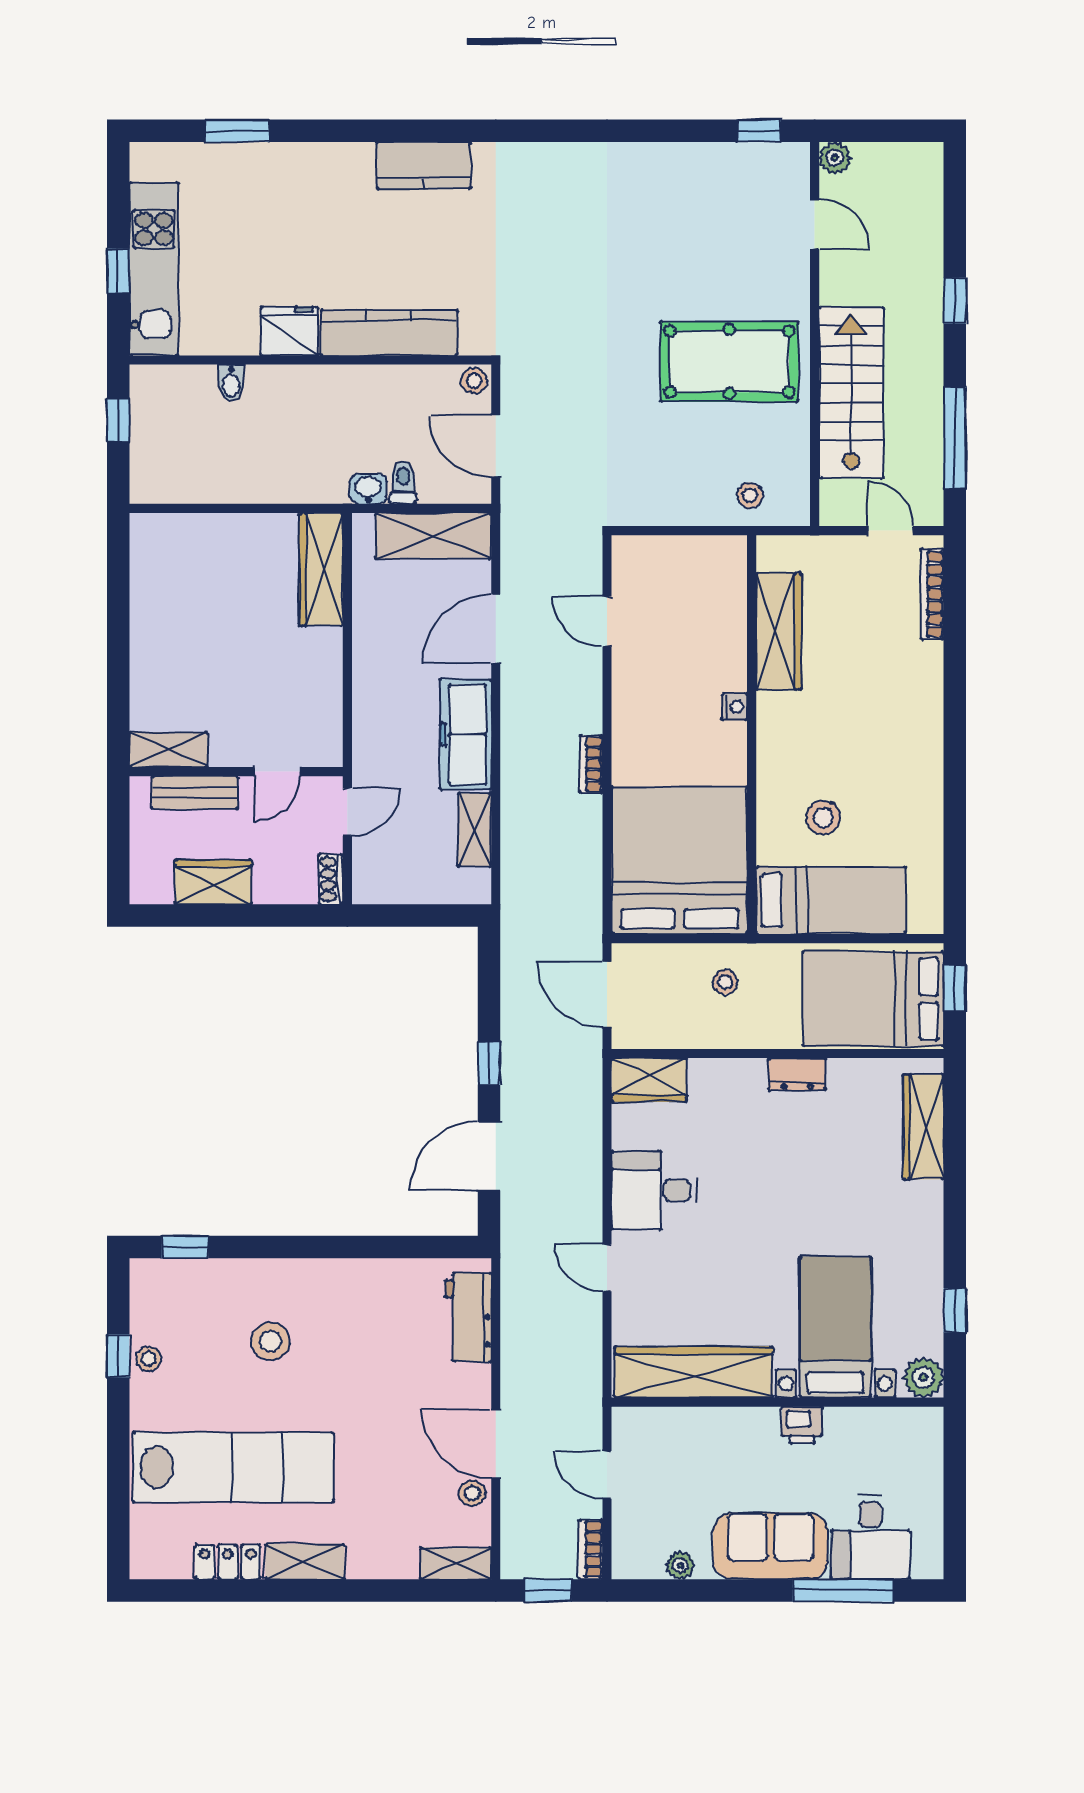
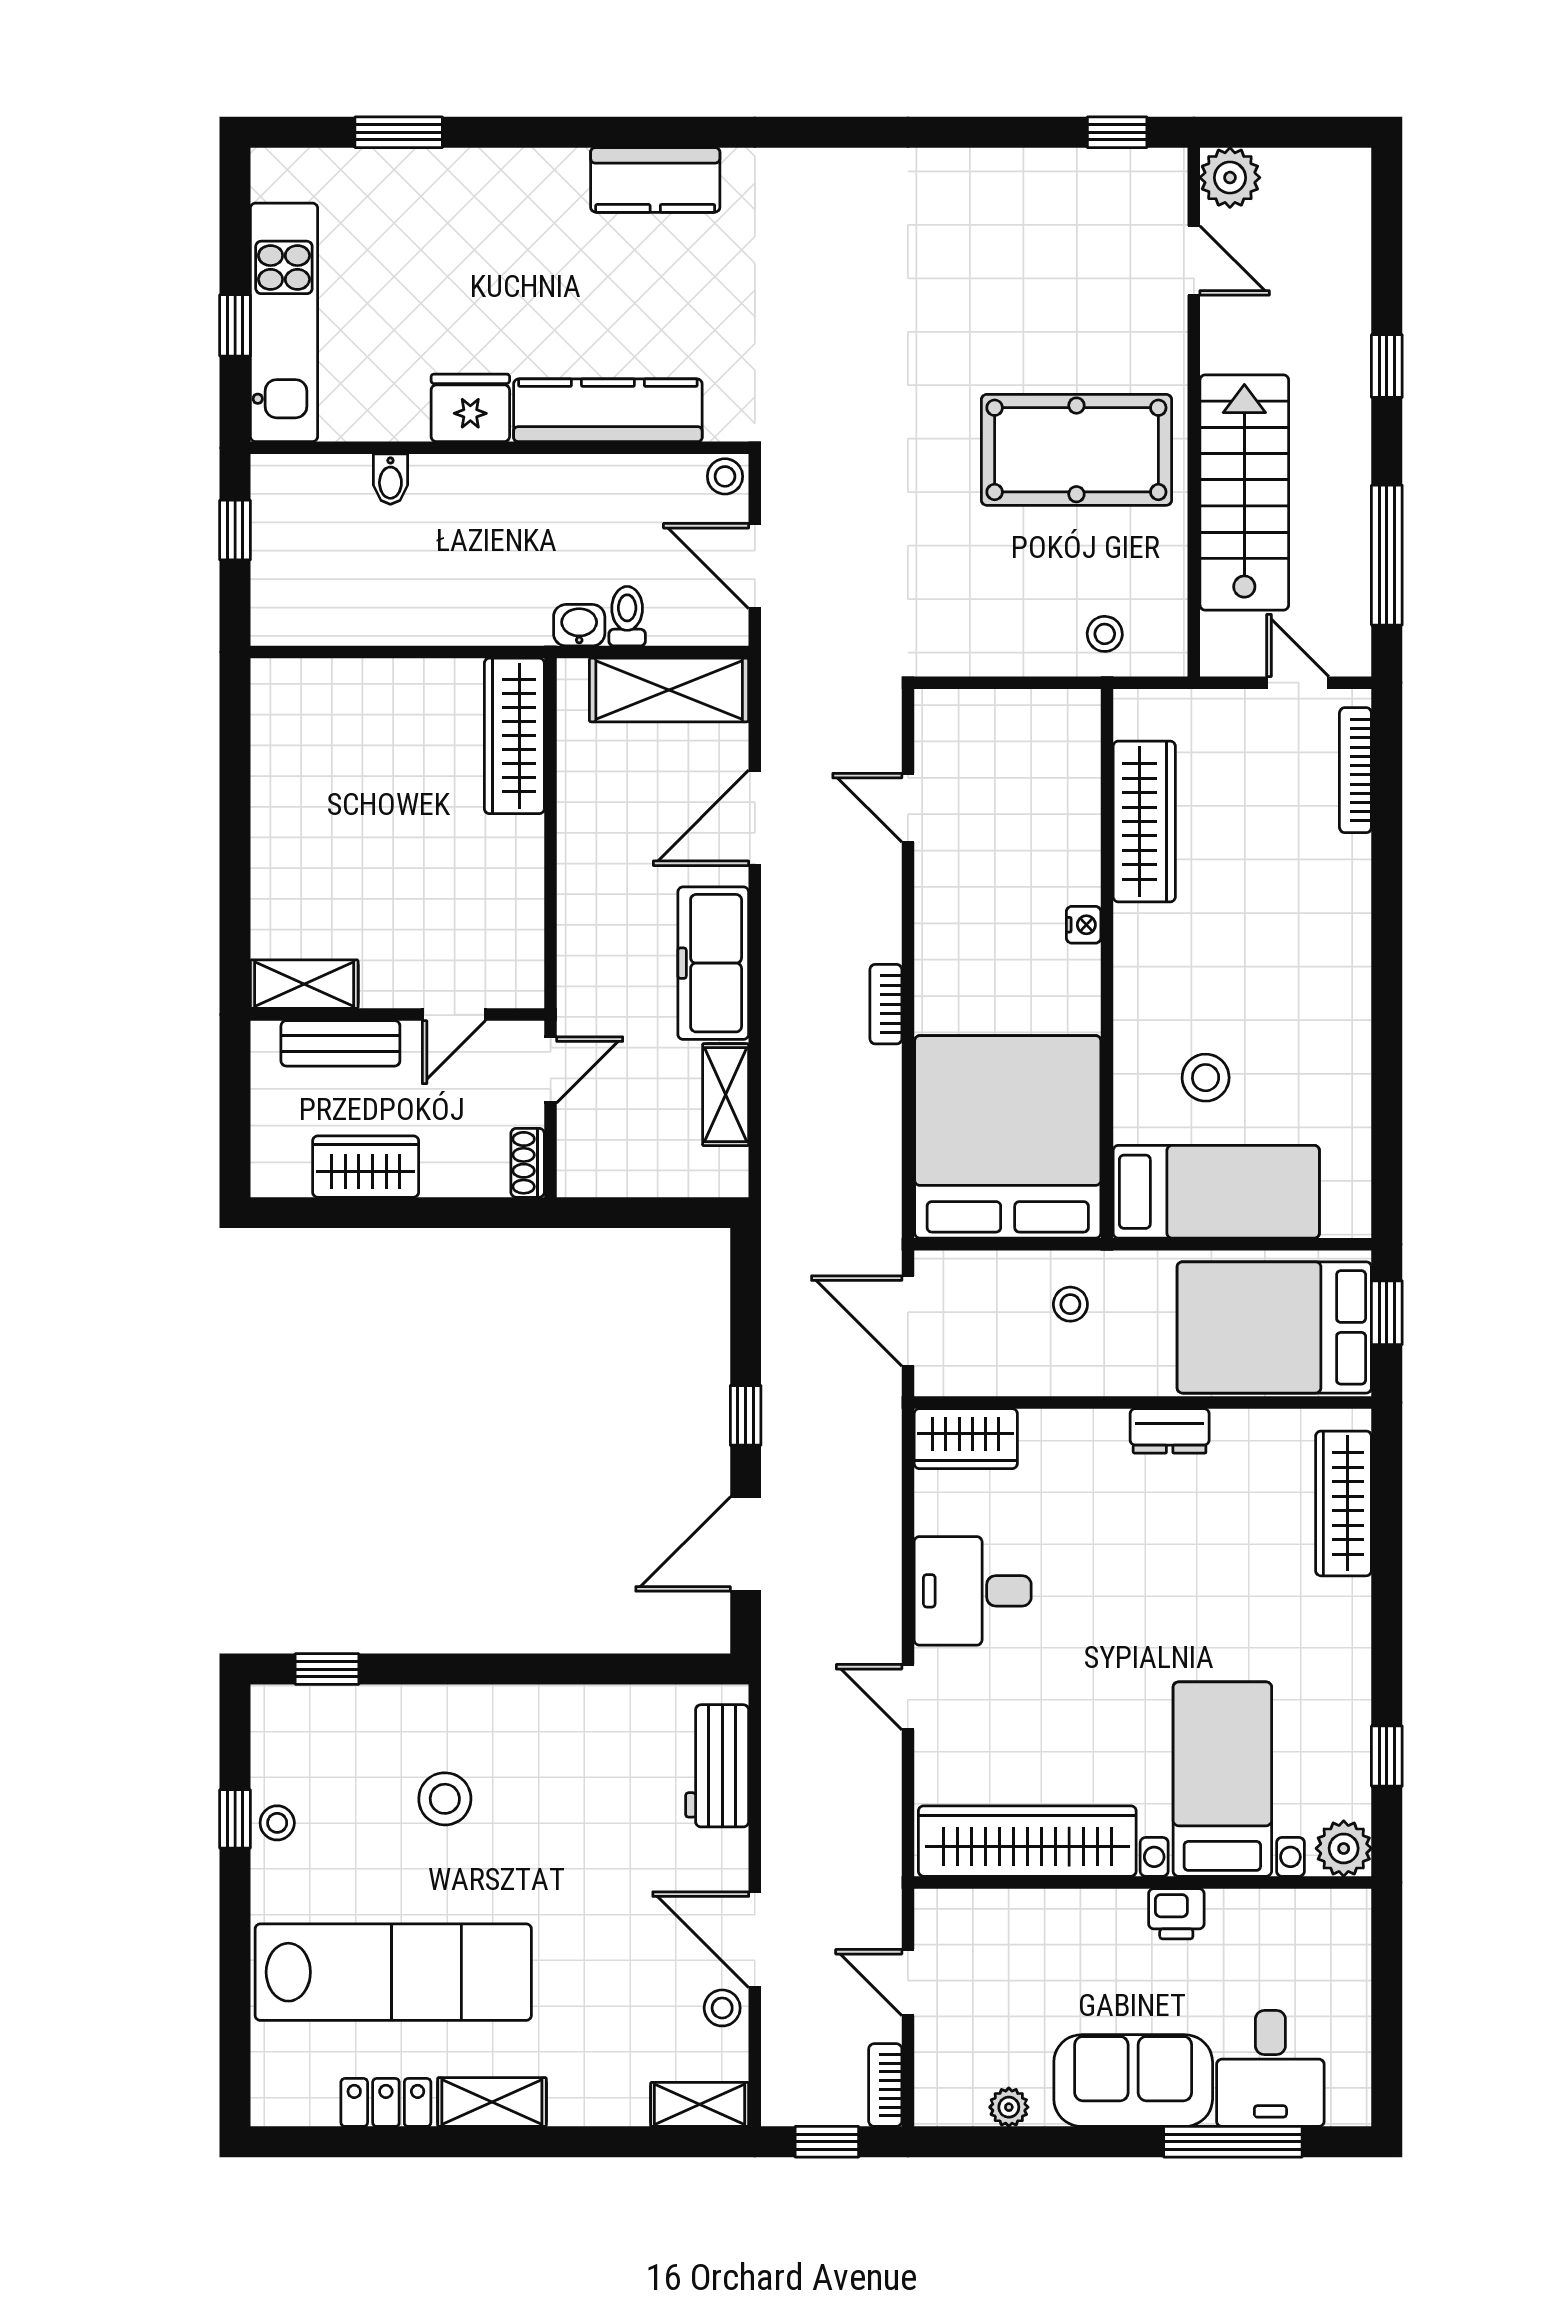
plant: (835, 158) -> (1230, 178), width x1.38, depth x1.38

